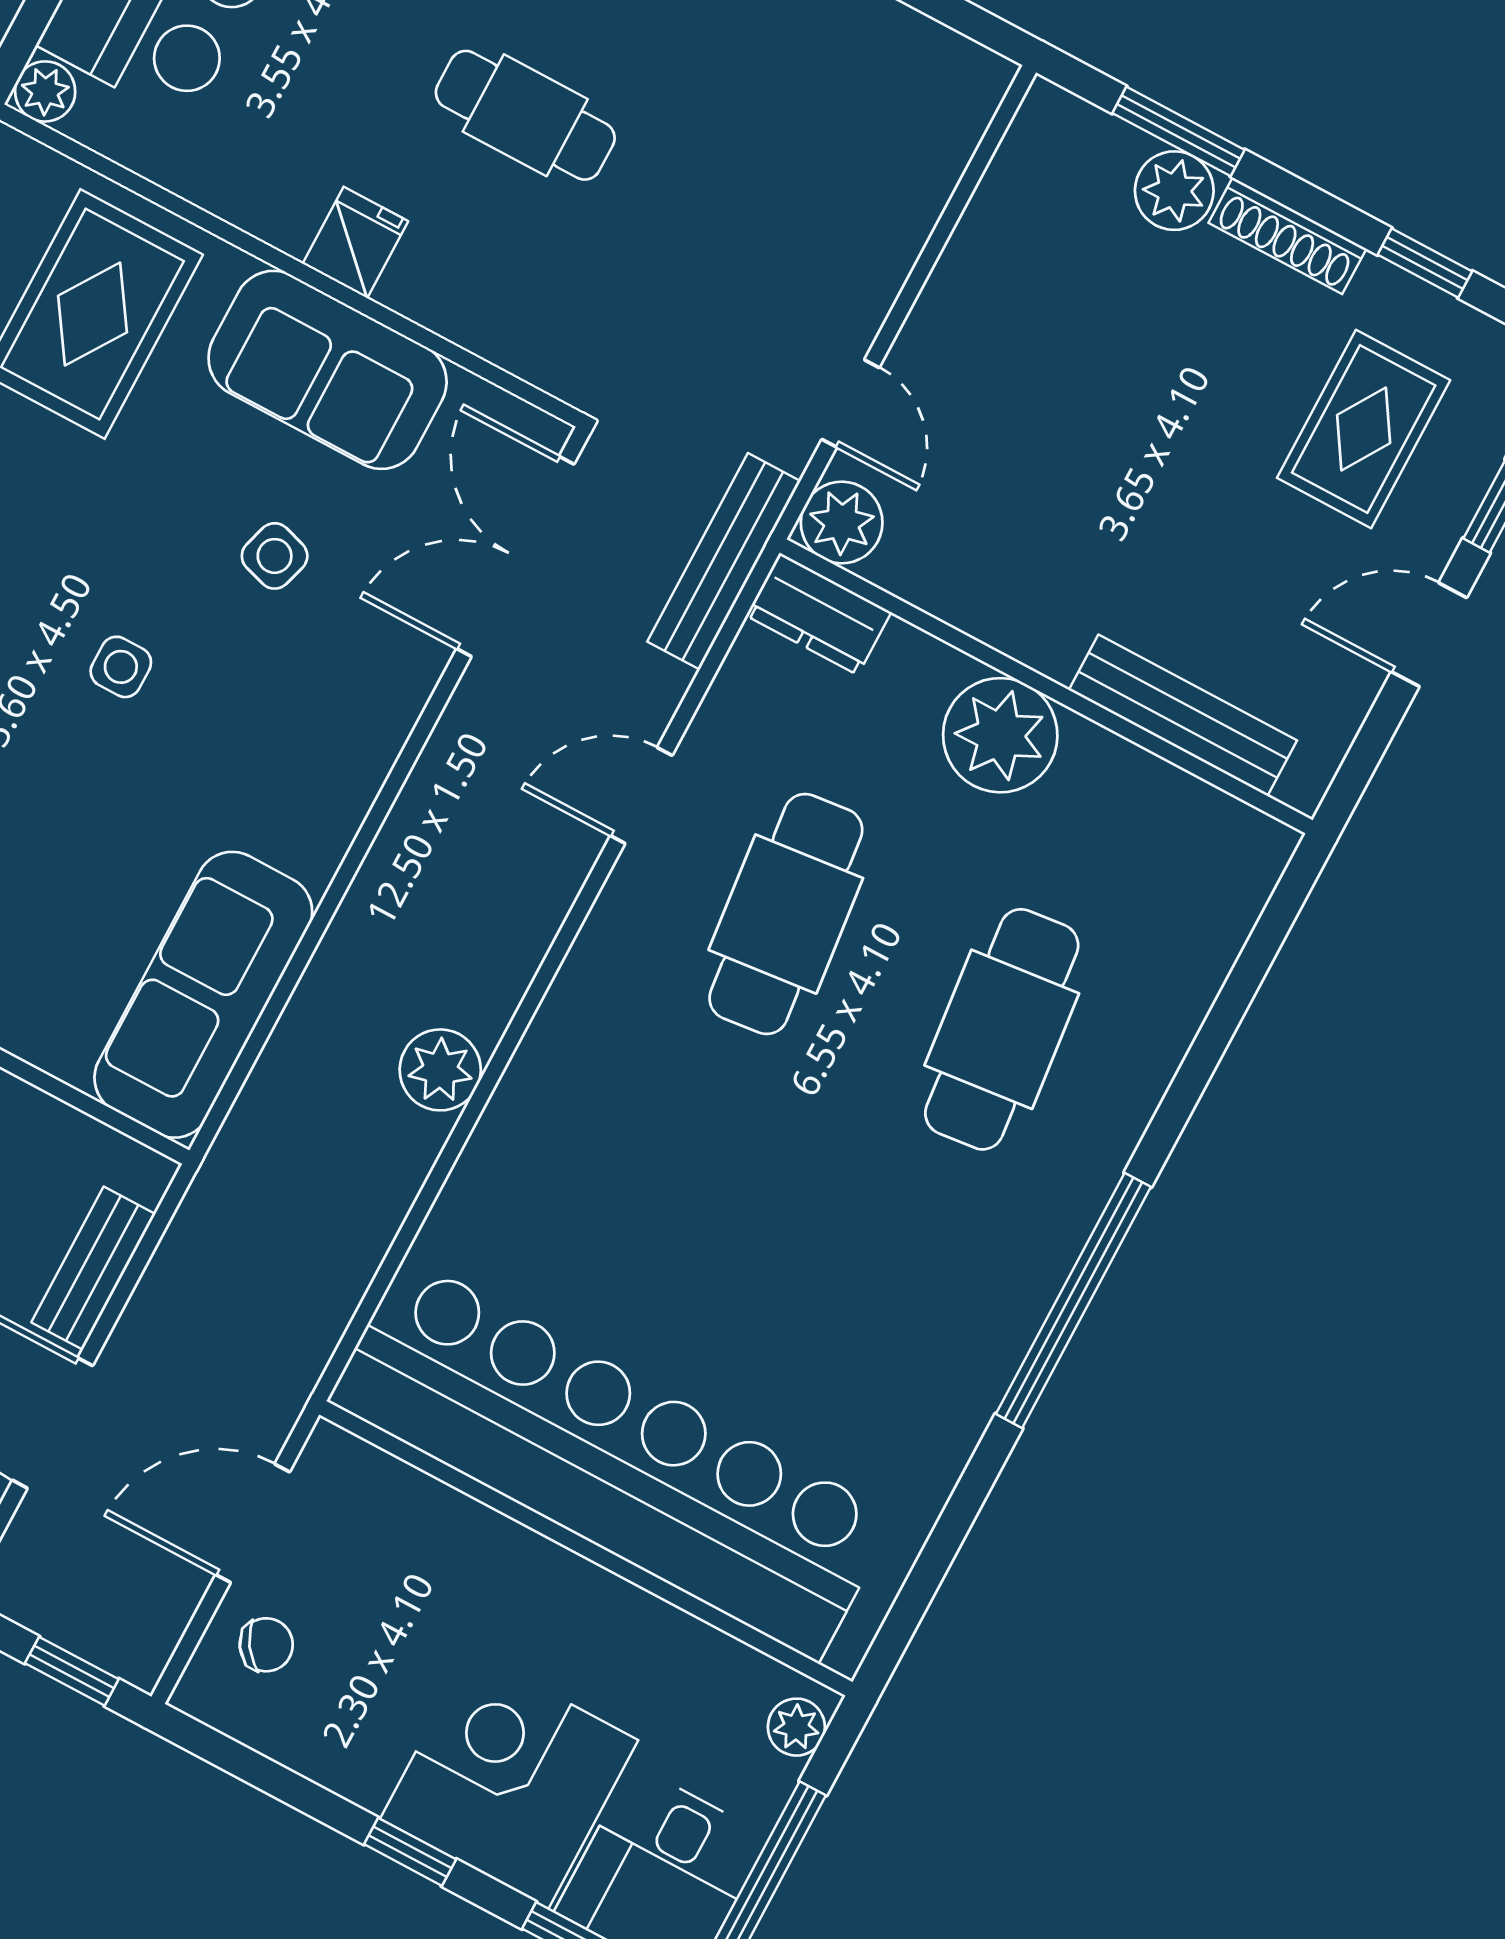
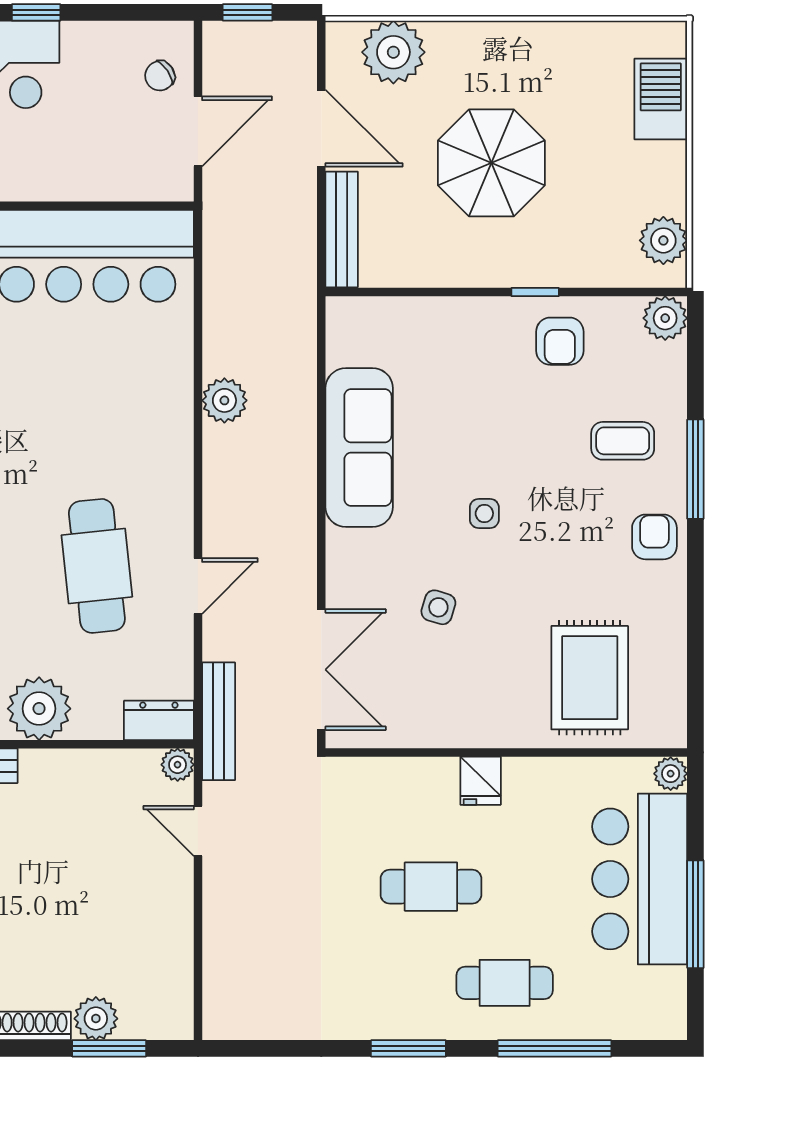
sofa: (328, 370) -> (461, 712), removed
plant: (842, 523) -> (178, 765), width x0.73, depth x0.73
sofa: (203, 995) -> (359, 448), moved
bench: (93, 1268) -> (342, 229), width x1.36

